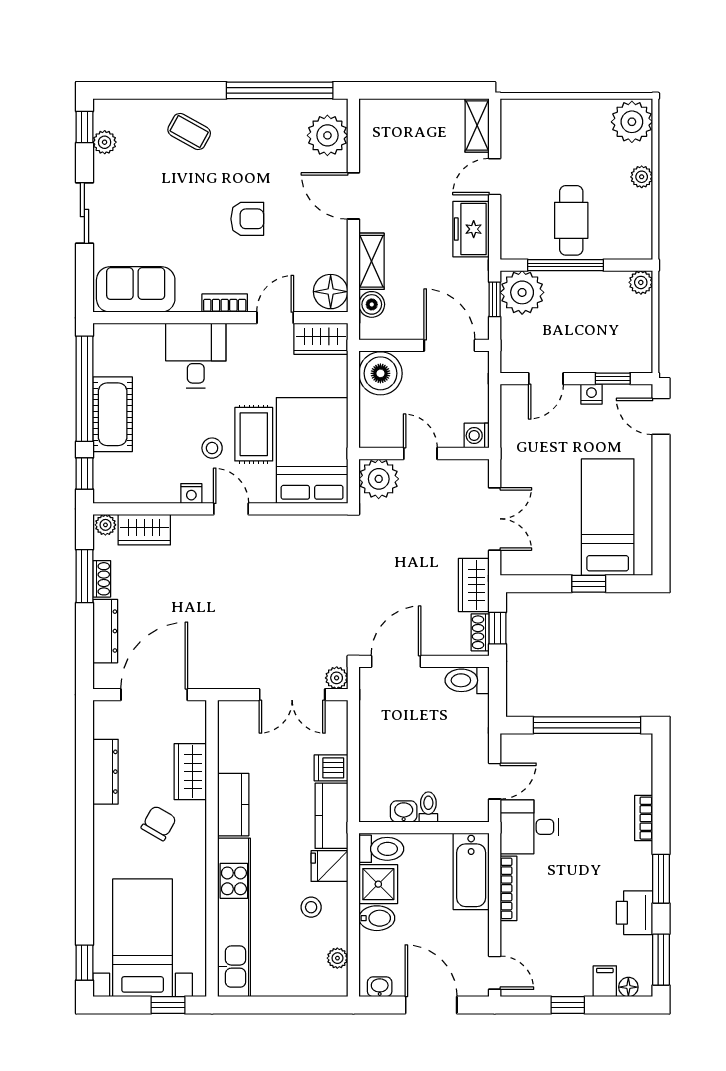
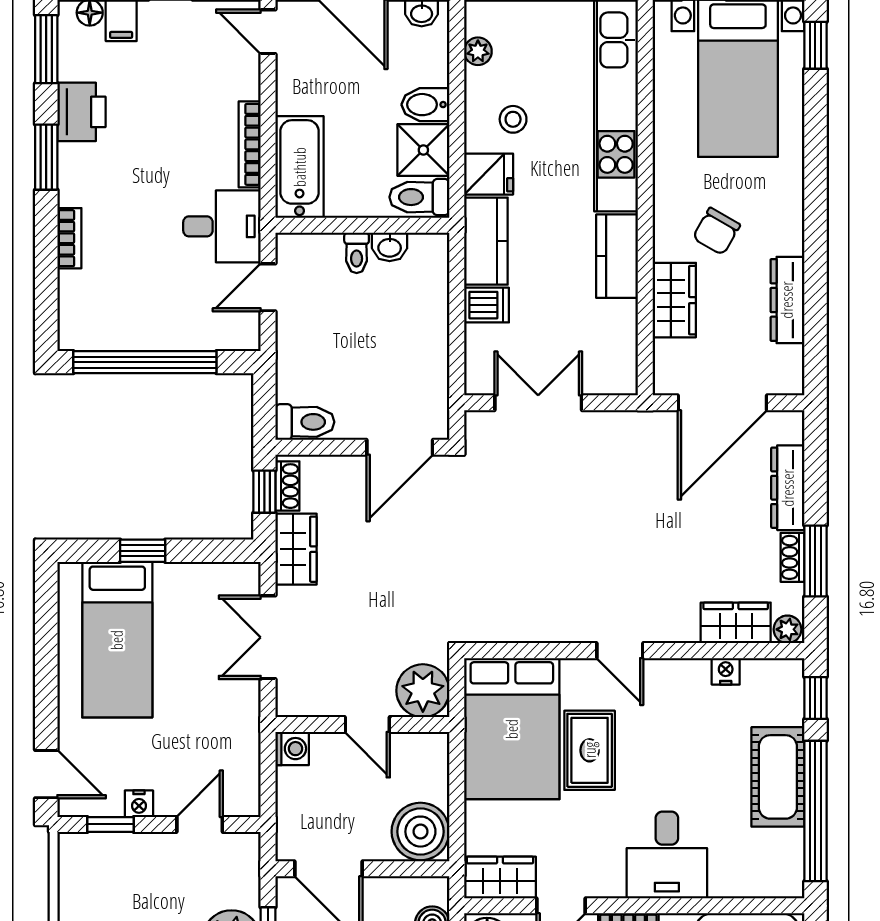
stool: (212, 448) -> (645, 732), removed
nightstand: (191, 493) -> (726, 671), moved
plant: (337, 678) -> (479, 425), removed

